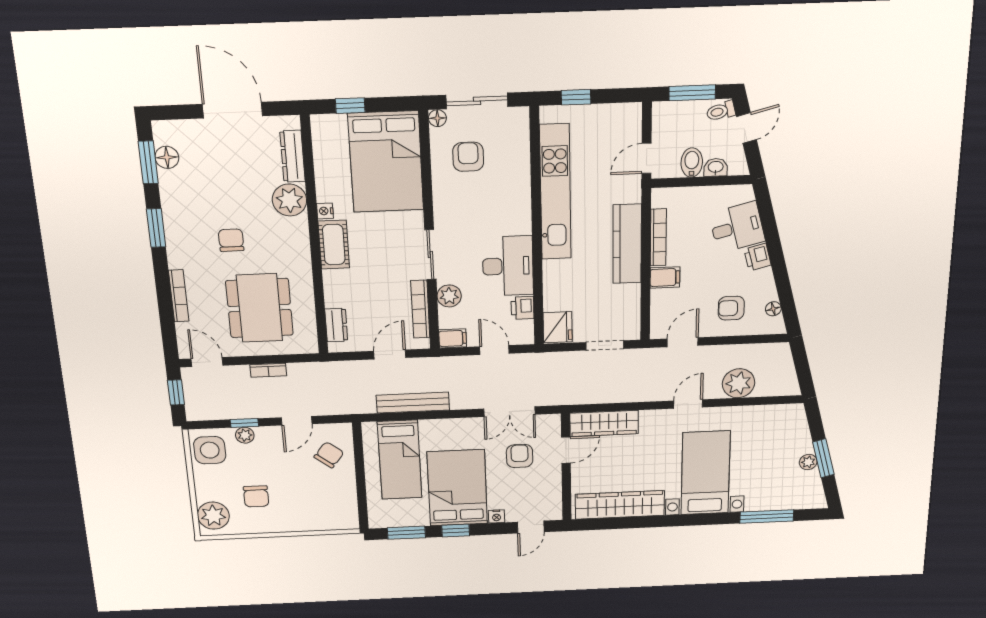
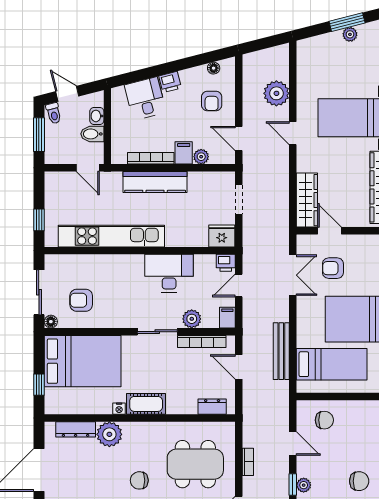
plant: (660, 299) -> (201, 157), added
printer: (523, 308) -> (226, 263), moved
chair: (329, 455) -> (324, 420), turned 142

